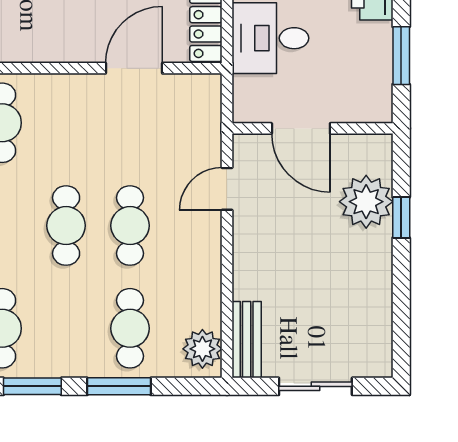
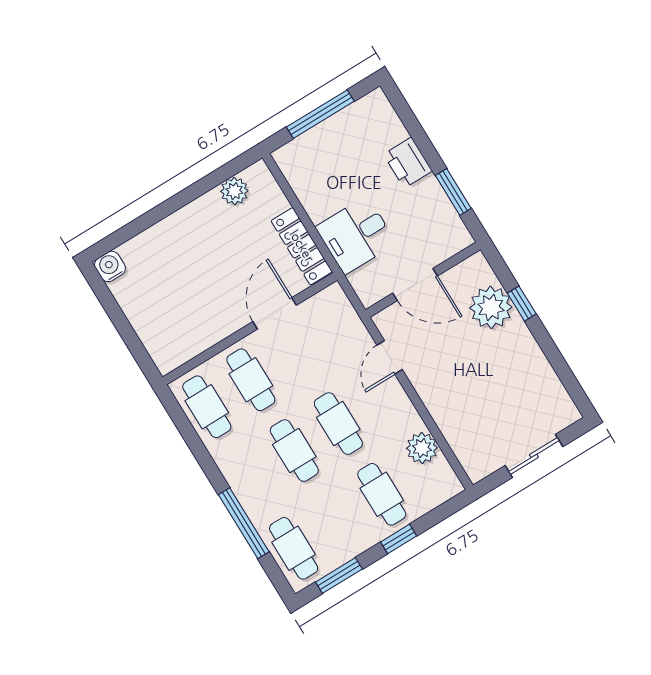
cafe table: (66, 123) -> (251, 380), added
bench: (247, 340) -> (467, 453), removed
plant: (202, 349) -> (422, 448), moved
window: (119, 386) -> (399, 539), width x0.67

